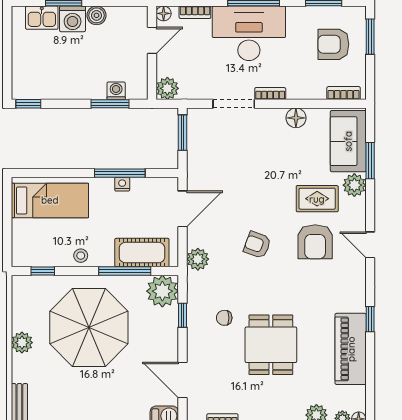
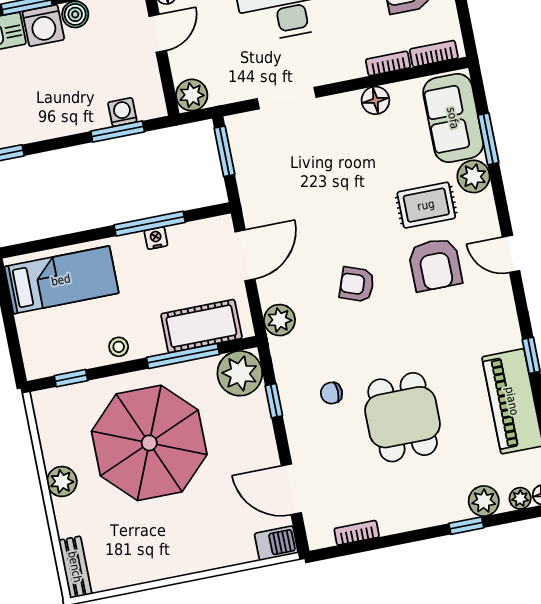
bookcase: (270, 94) -> (388, 63), moved

